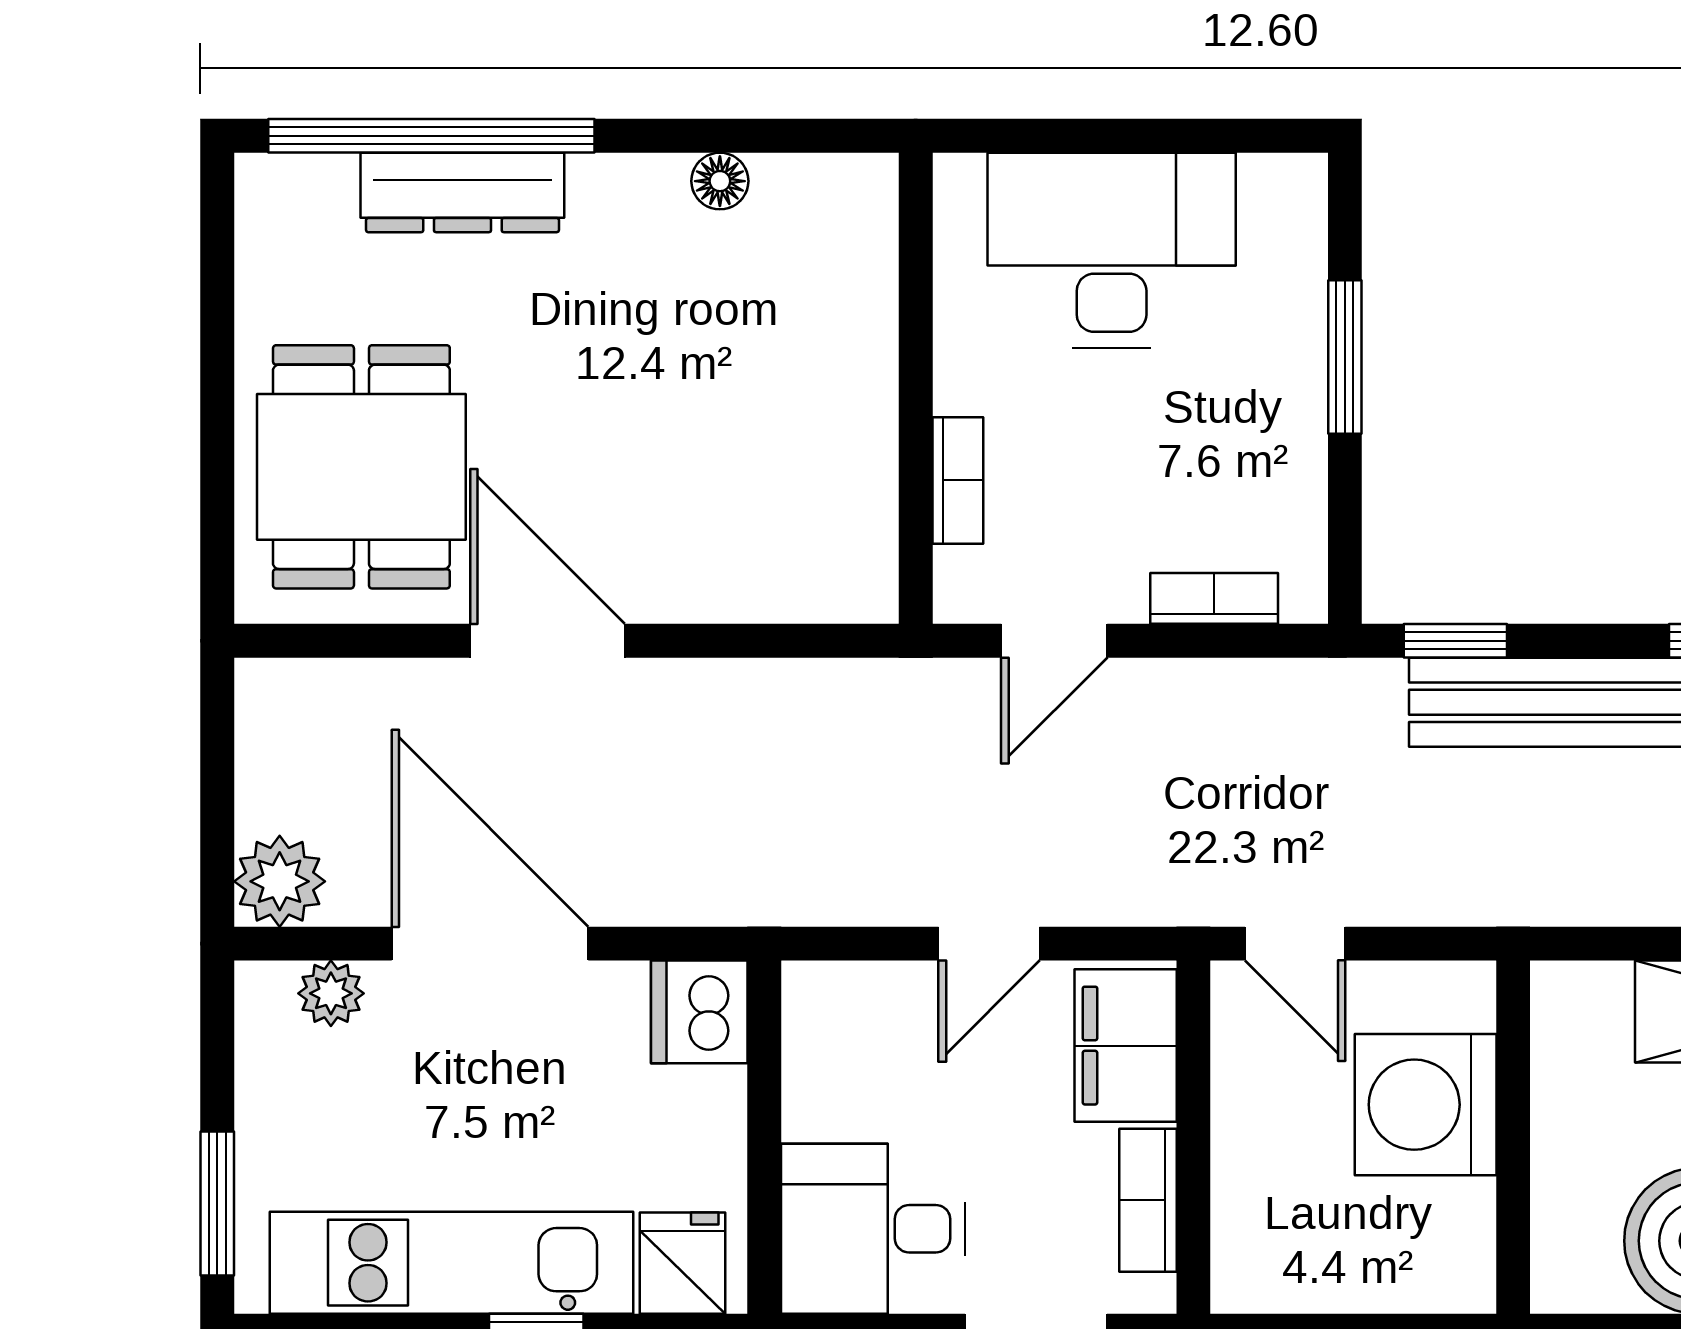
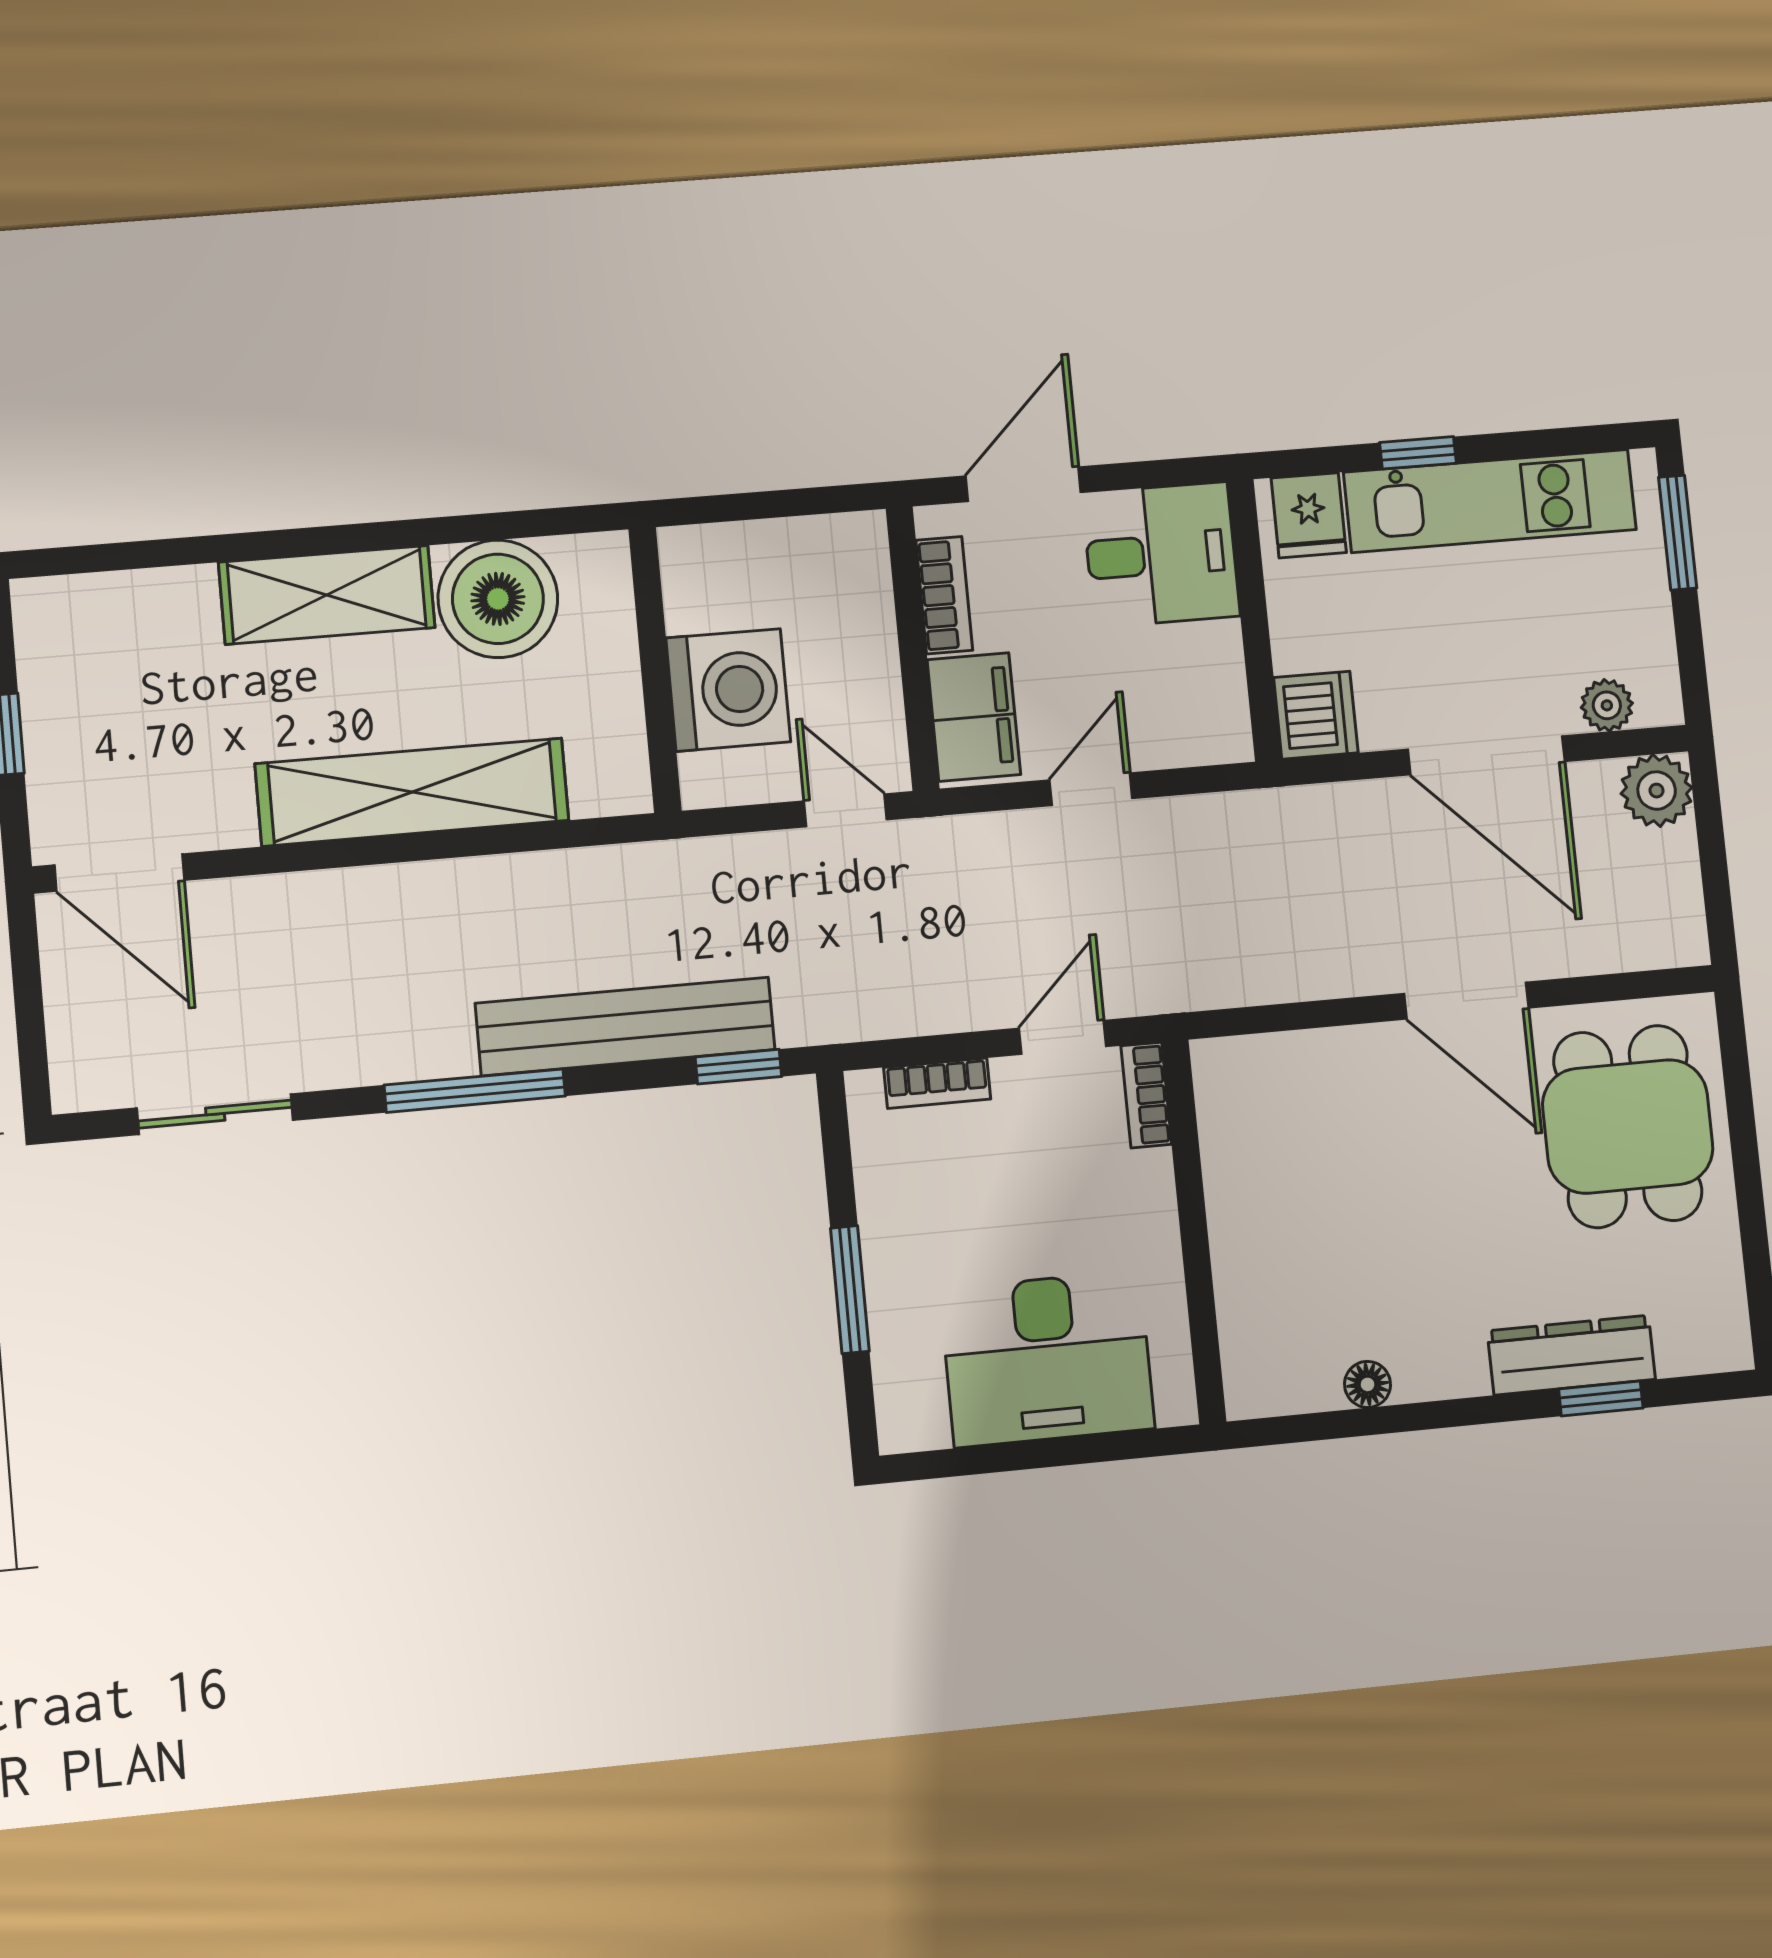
window: (431, 136) -> (1601, 1399), width x0.32
bookcase: (958, 480) -> (1146, 1095), moved

